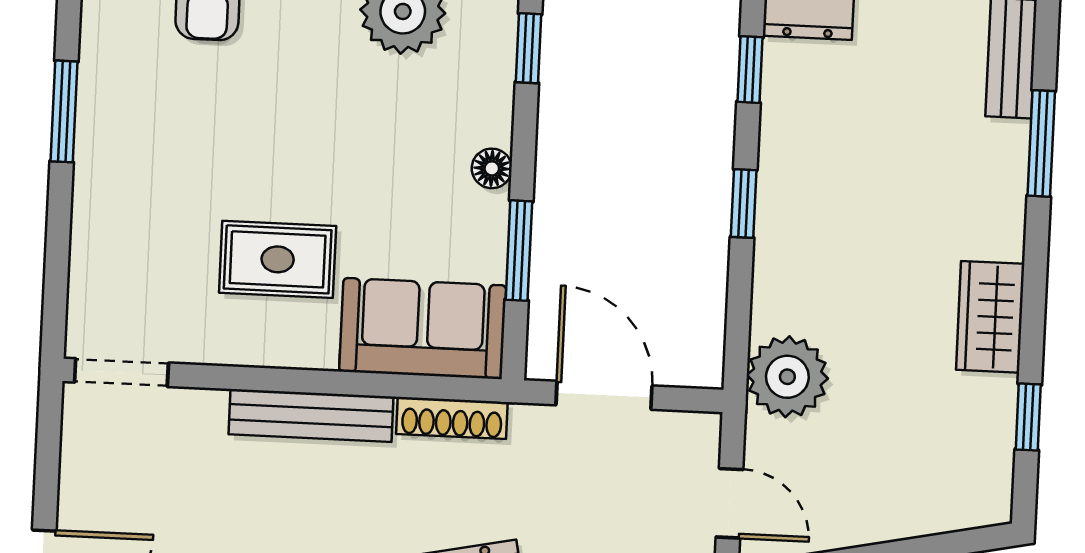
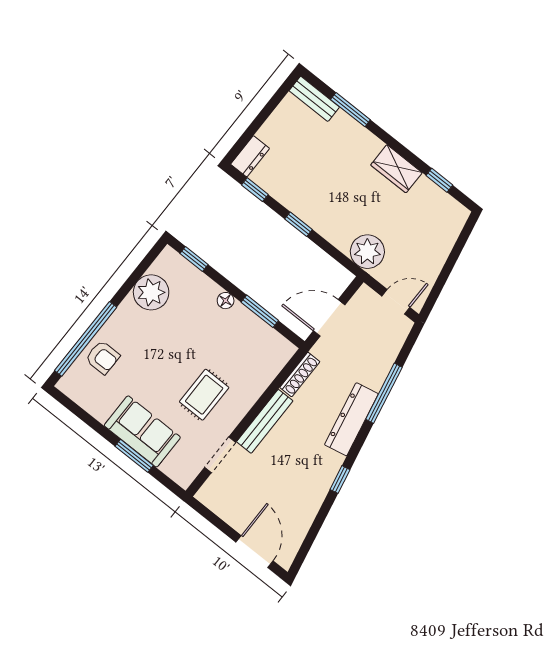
window: (64, 111) -> (134, 456), moved
sofa: (423, 329) -> (142, 431), moved, turned 90
doorway: (121, 373) -> (220, 455), moved

